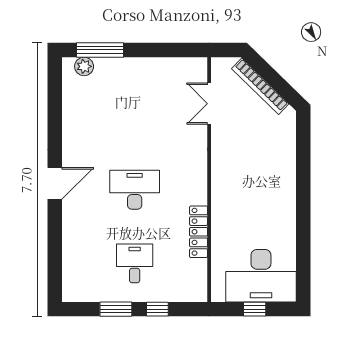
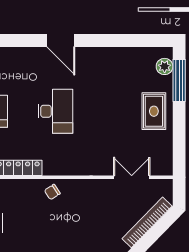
rug: (135, 79) -> (154, 111), added
chair: (226, 193) -> (52, 192), added

